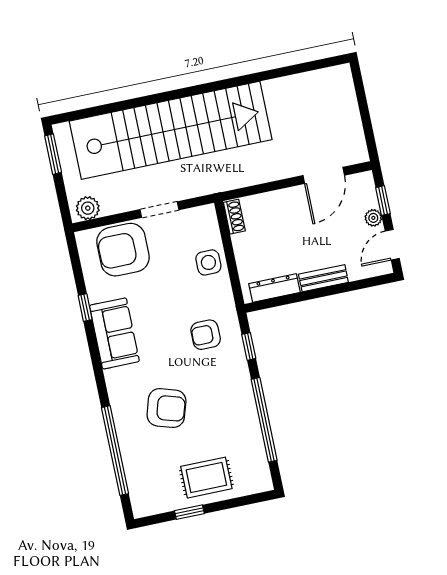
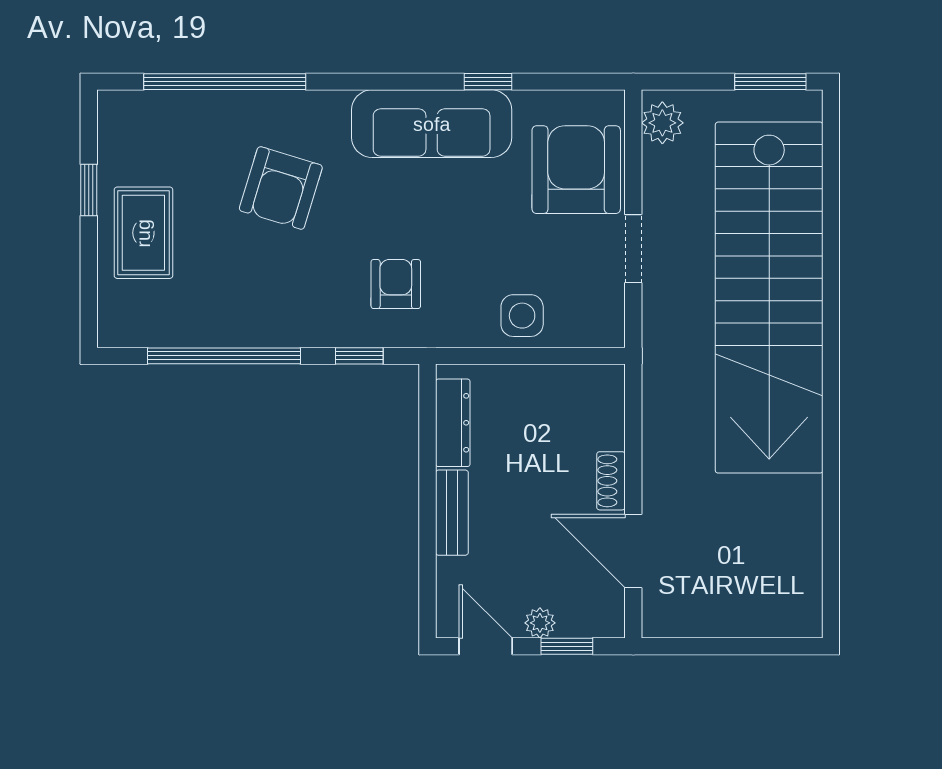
shoe rack: (234, 217) -> (611, 481), moved, turned 90
sofa: (114, 333) -> (432, 124), width x1.36

